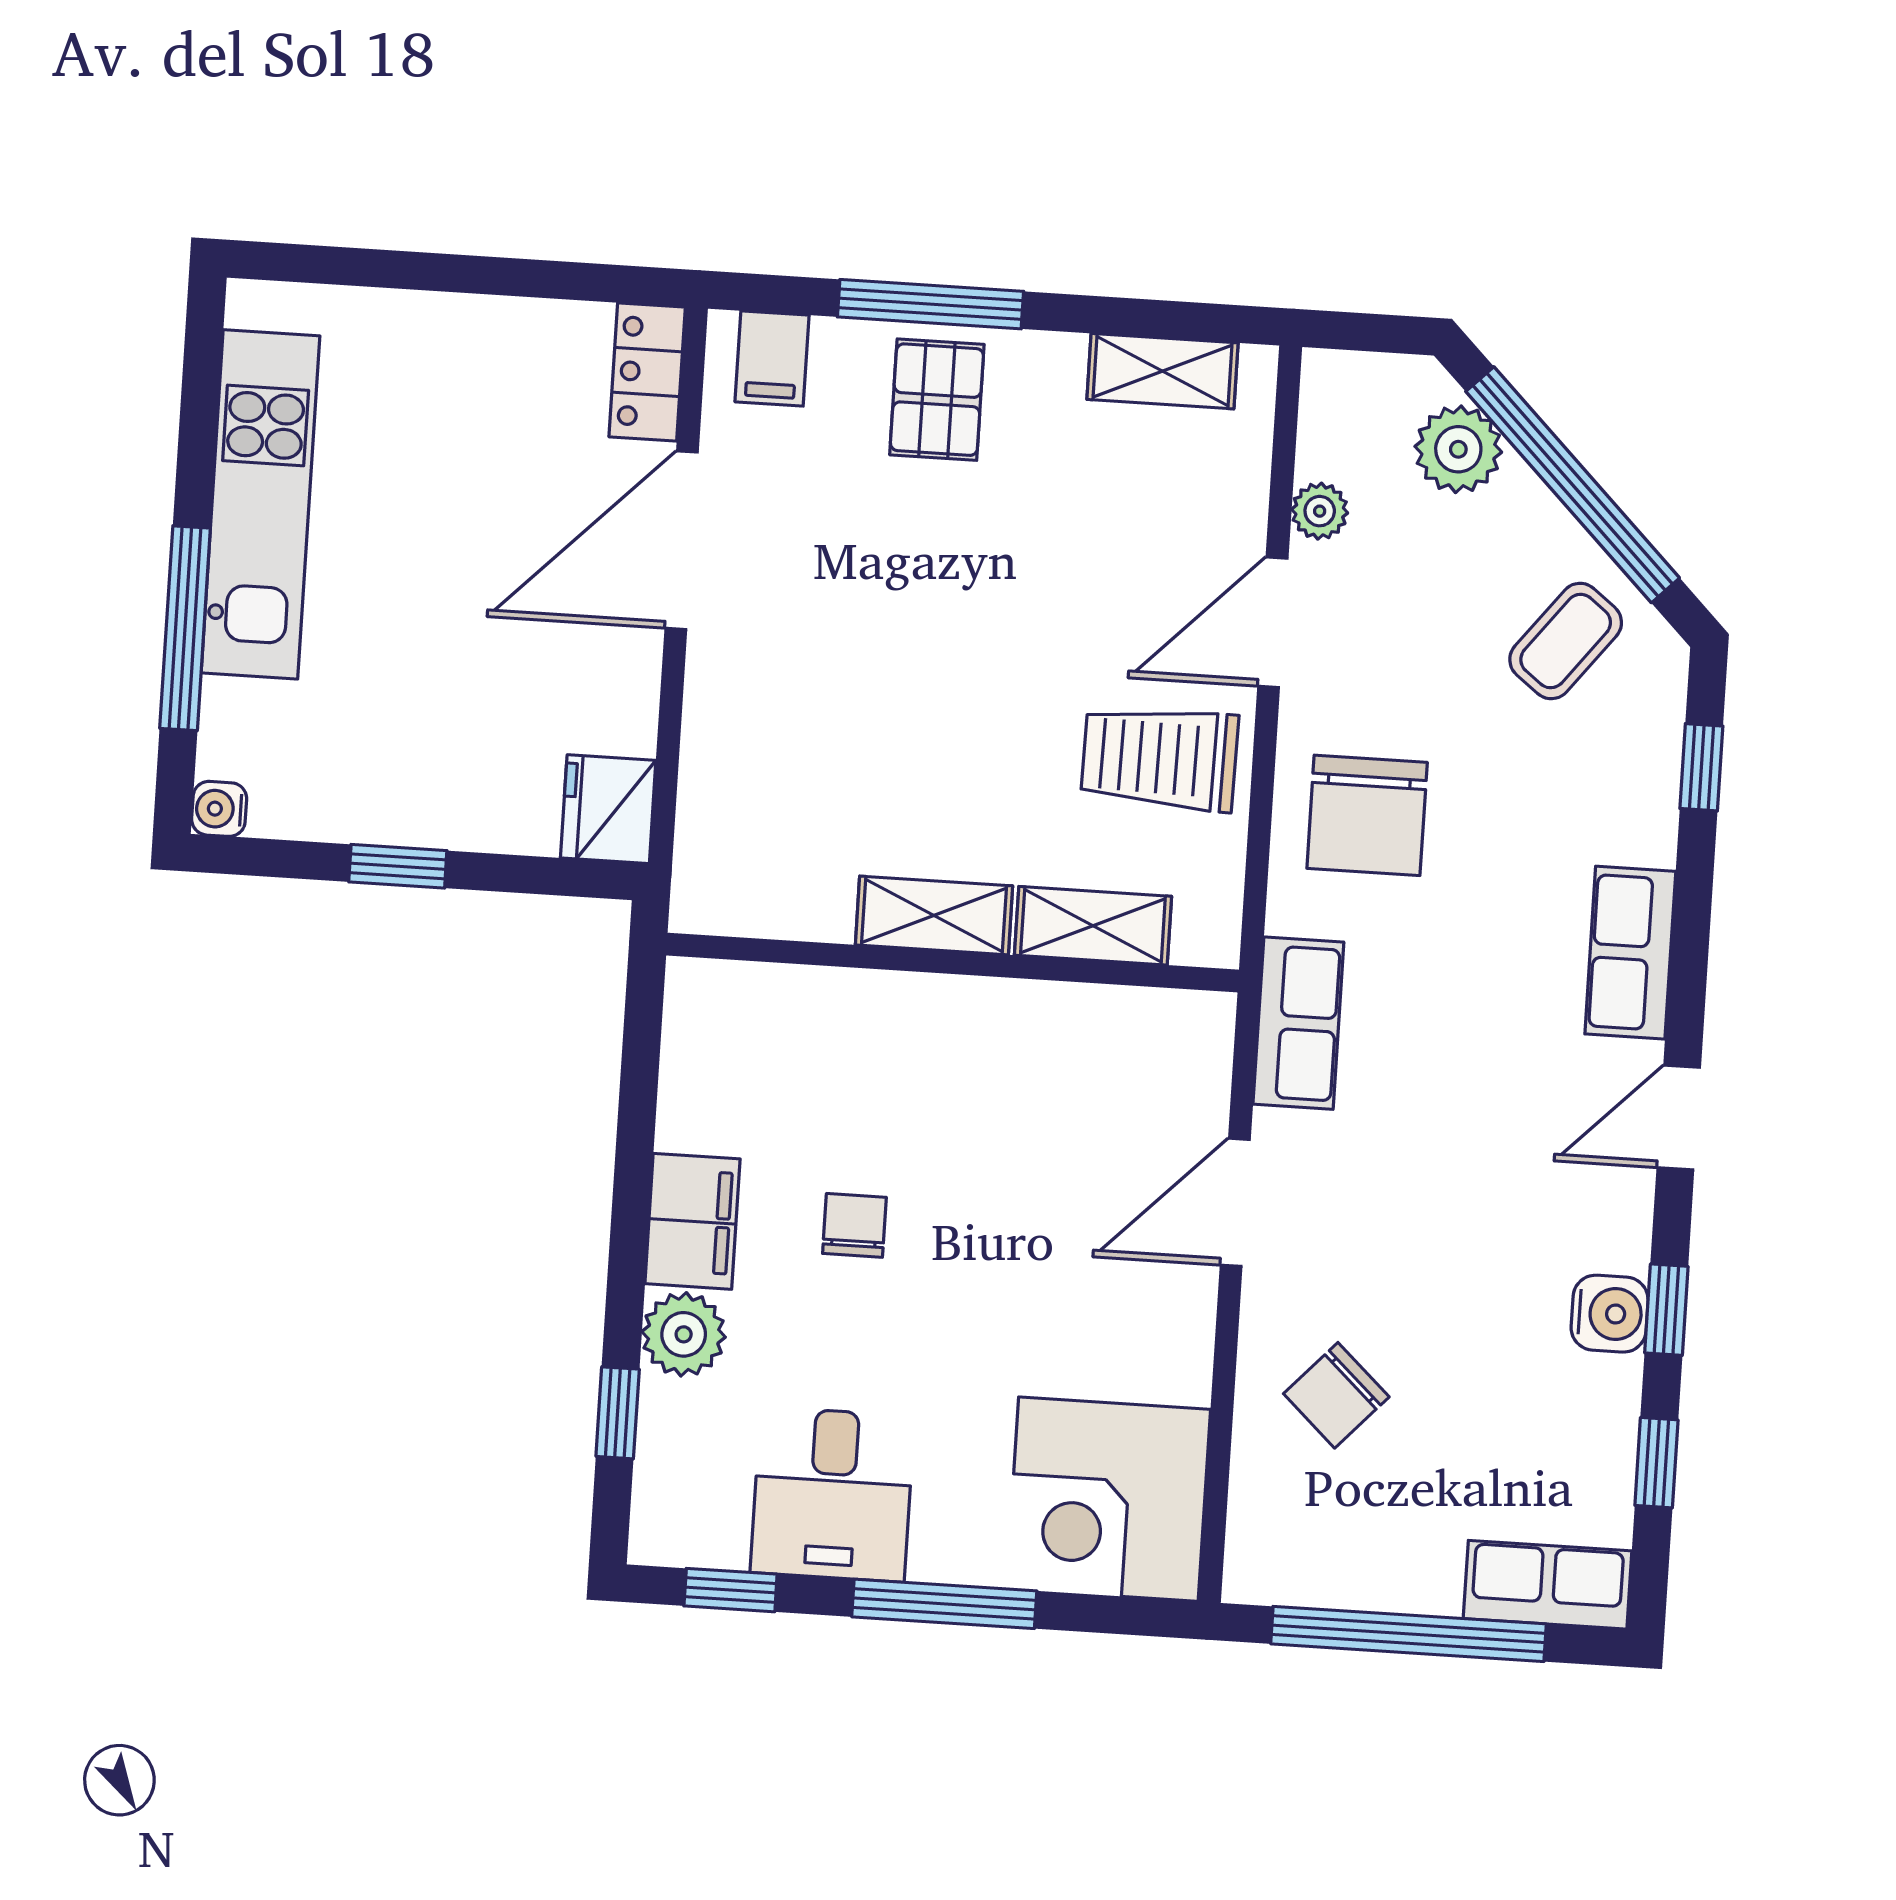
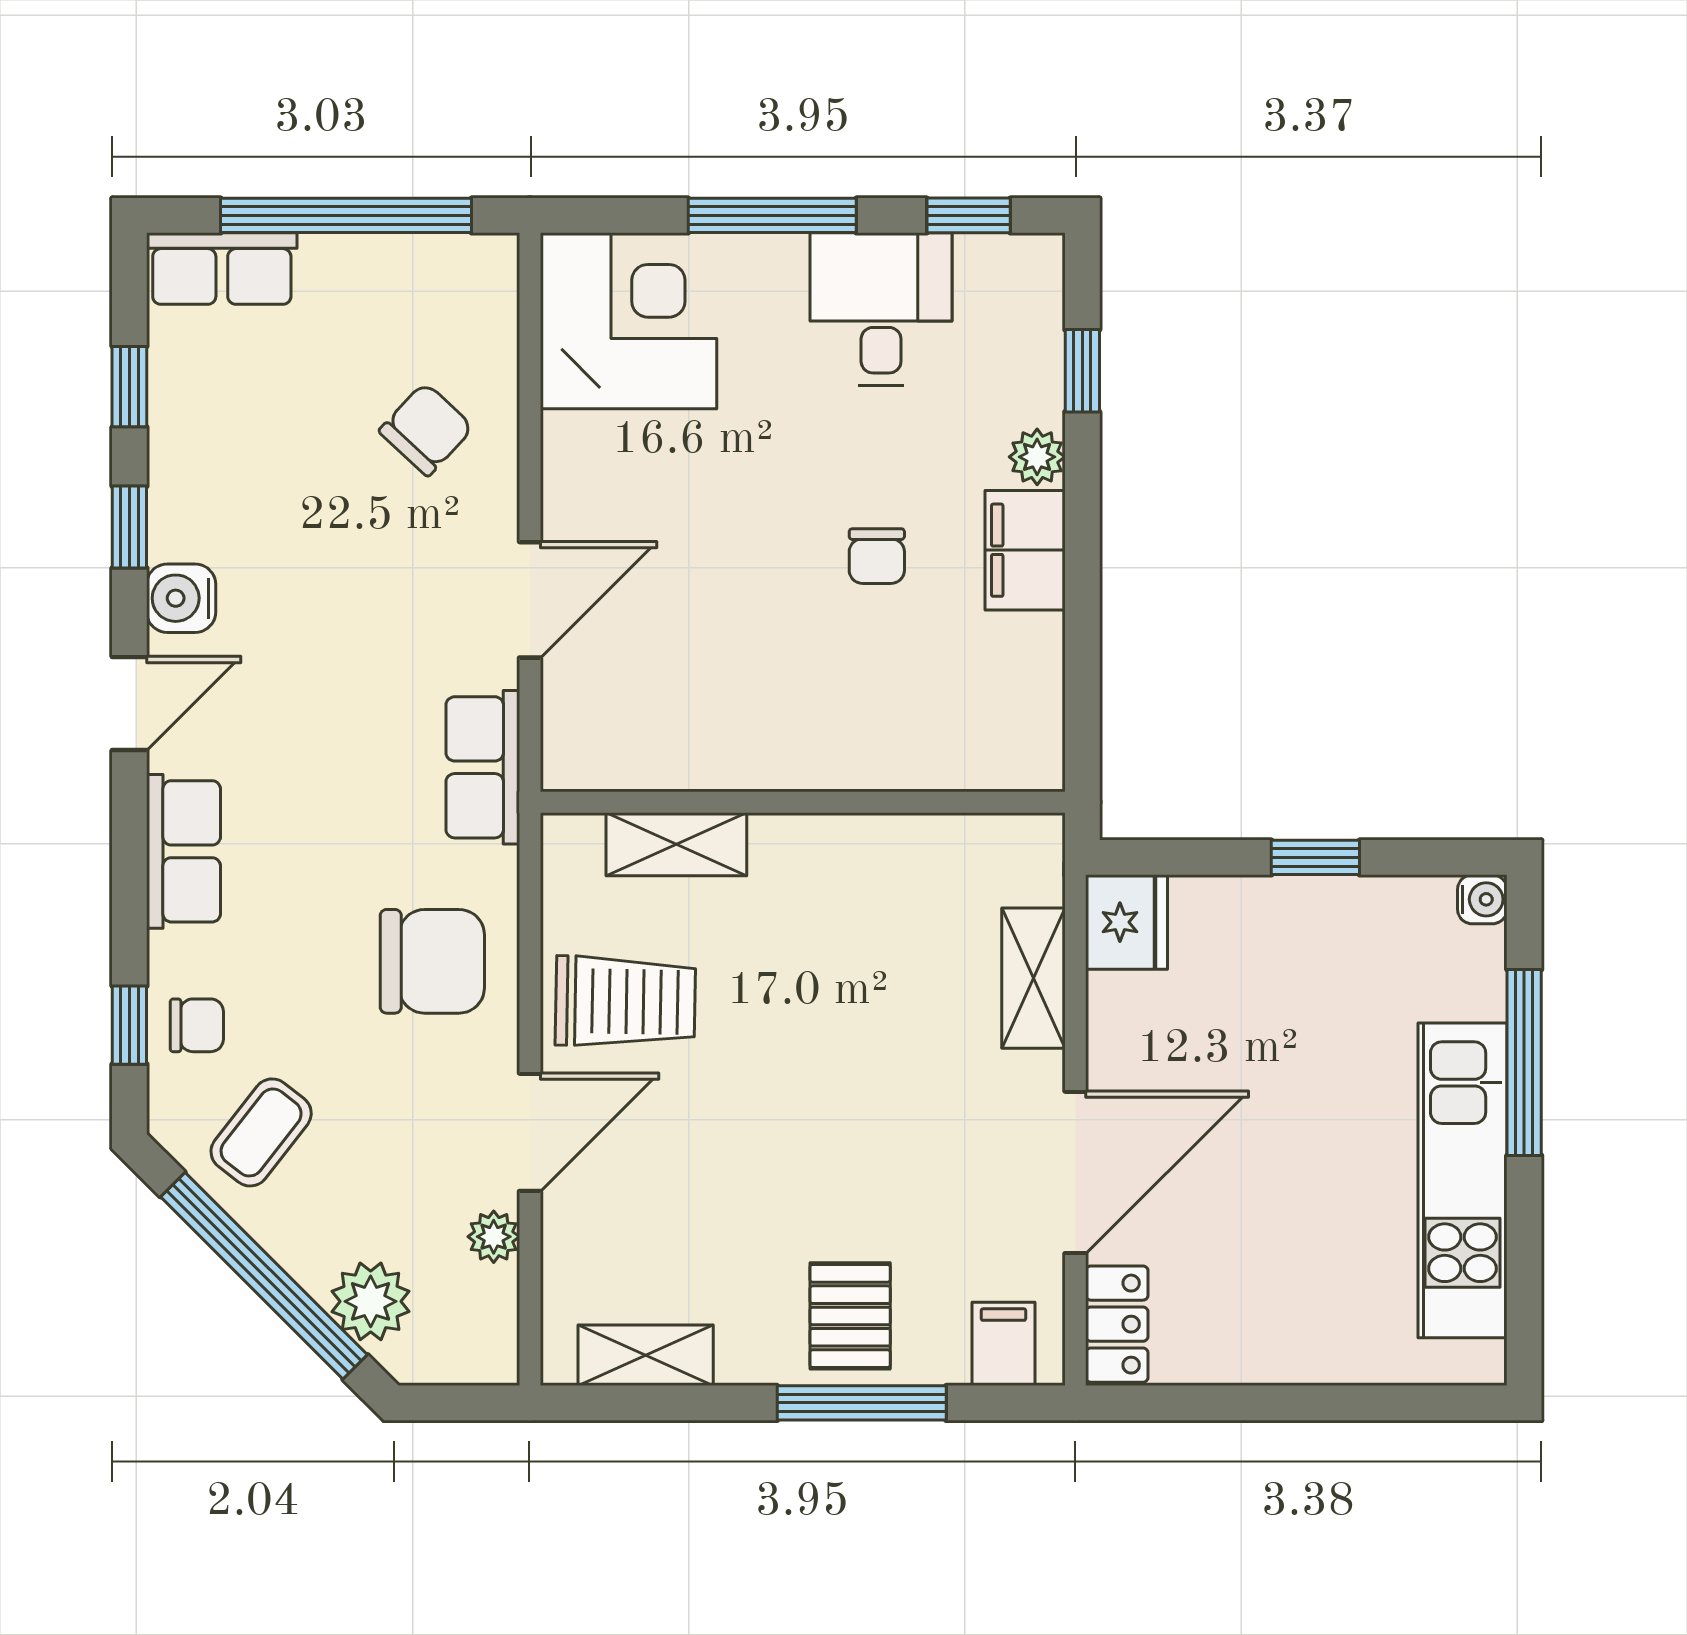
chair: (1628, 762) -> (197, 1025), added
chair: (1367, 815) -> (432, 961), turned 90
shelving: (934, 915) -> (1033, 978), moved, turned 90
water cooler: (1610, 1314) -> (181, 598), moved
plant: (684, 1334) -> (1037, 457), width x0.73, depth x0.73

